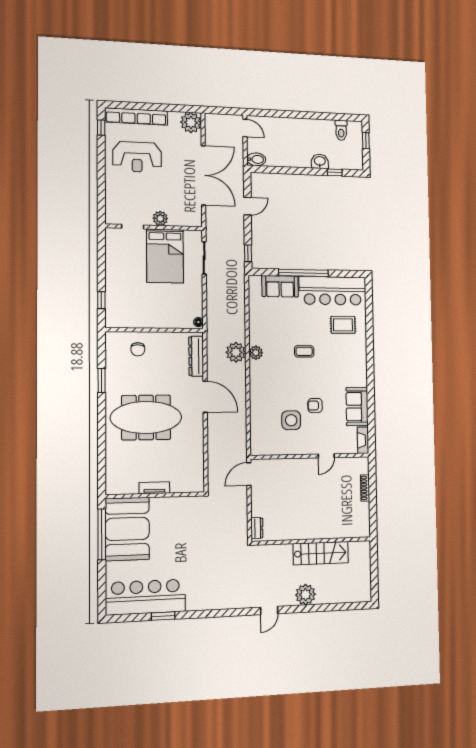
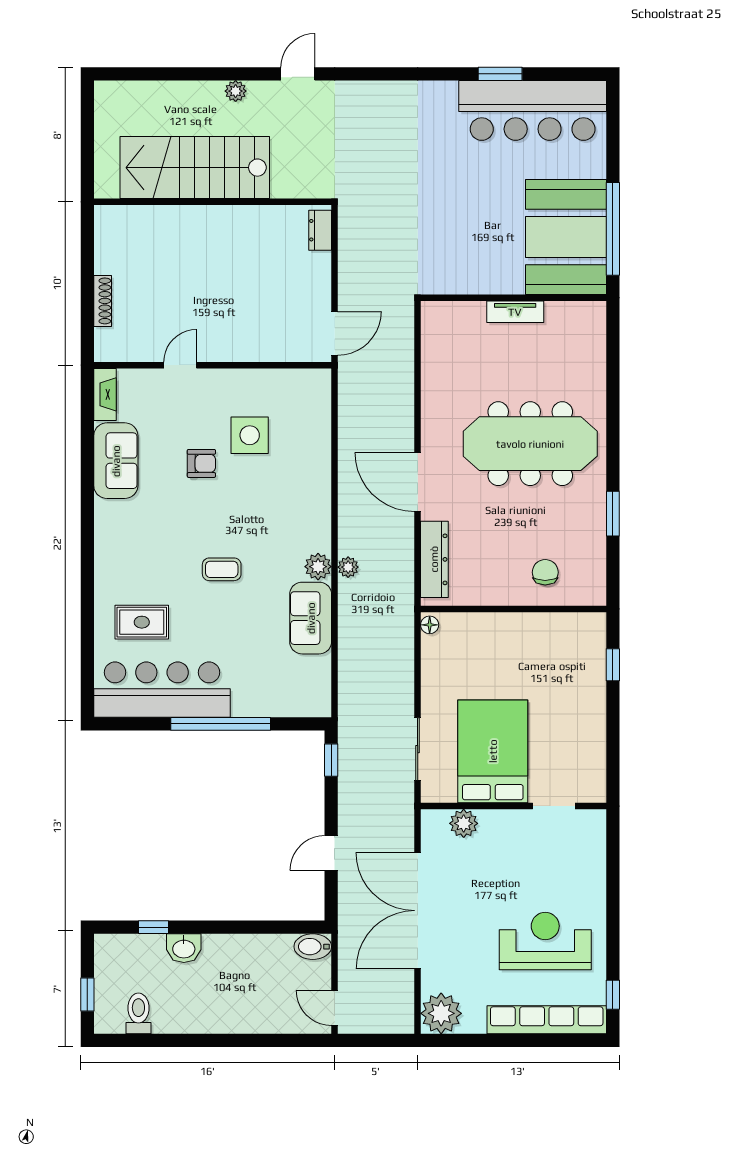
plant: (160, 218) -> (464, 823), moved
sofa: (280, 286) -> (311, 618), moved, turned -90
plant: (236, 352) -> (348, 567), width x0.53, depth x0.53
stairs: (321, 553) -> (195, 168), width x1.36, depth x1.51
plant: (305, 595) -> (236, 91), width x0.53, depth x0.53

